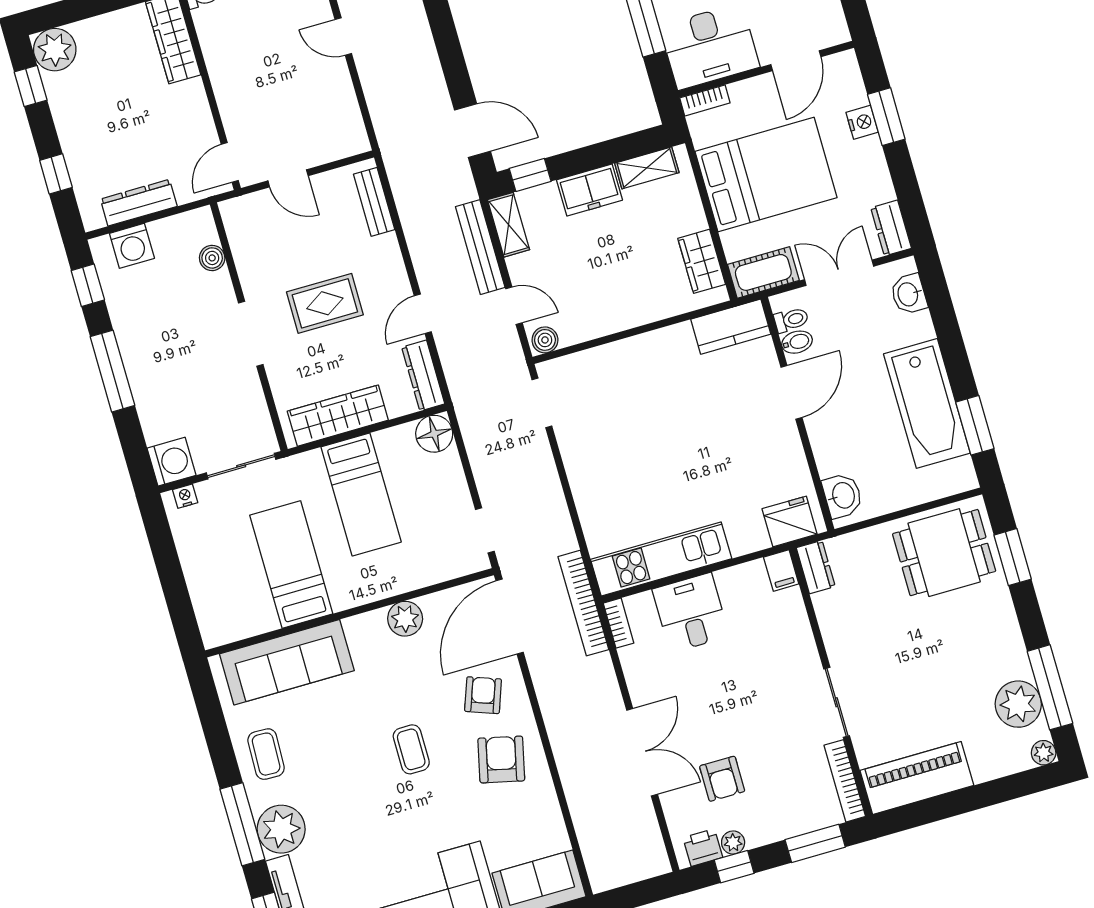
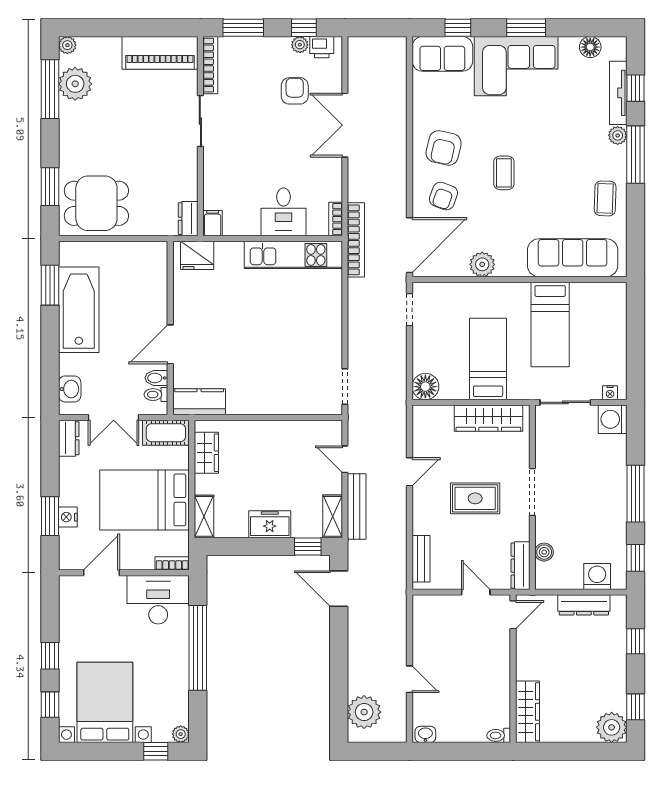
shelving: (647, 168) -> (204, 516), moved, turned 90
boiler: (545, 340) -> (330, 429), removed
dresser: (423, 376) -> (520, 566), moved, turned 180
washbasin: (843, 496) -> (155, 263), removed
plant: (281, 829) -> (618, 135), width x0.53, depth x0.53

